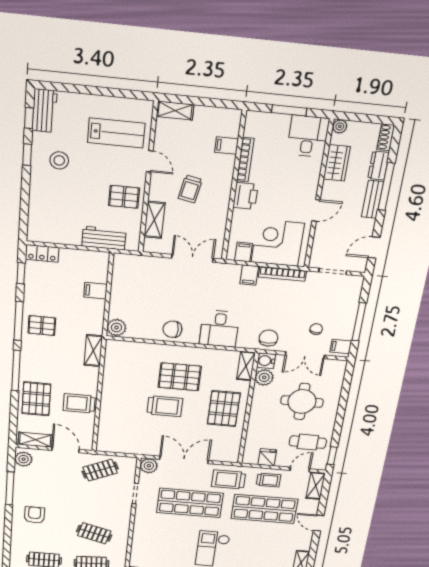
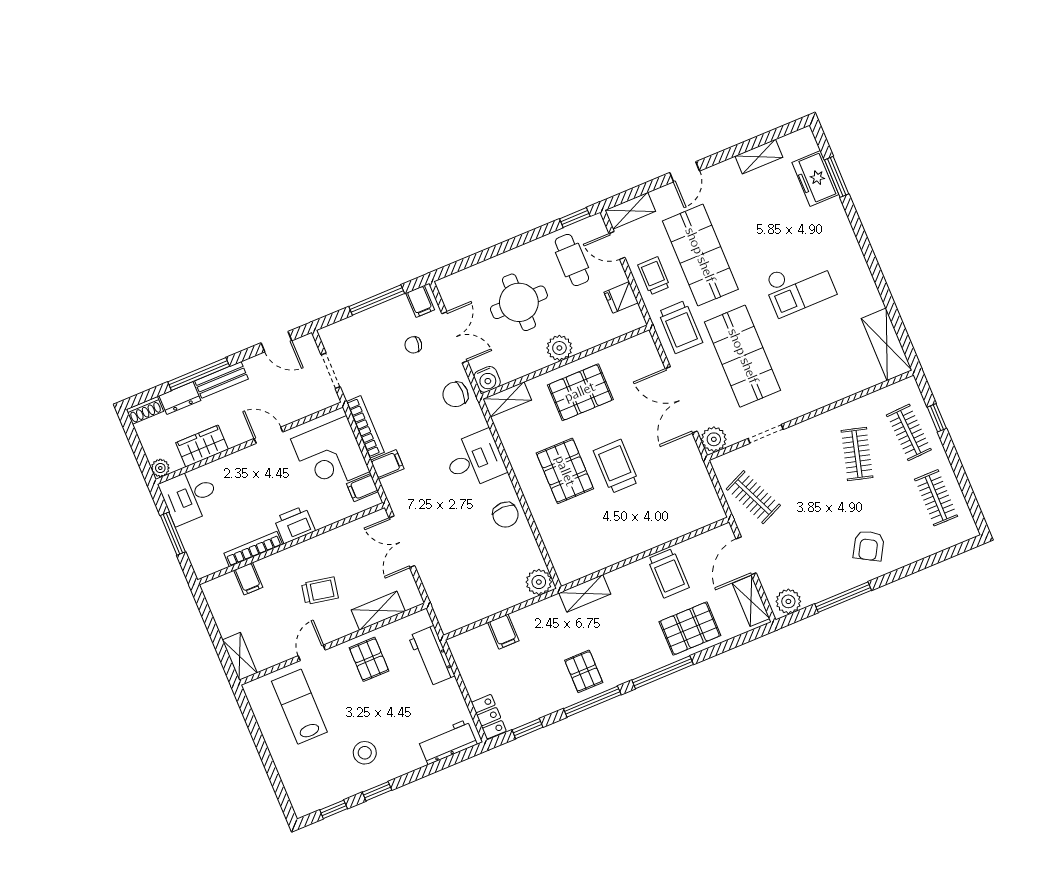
workbench: (44, 111) -> (447, 742), moved
plant: (264, 377) -> (559, 348), moved
armchair: (35, 515) -> (869, 546), turned -60

